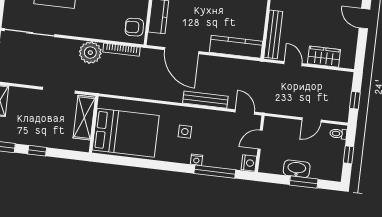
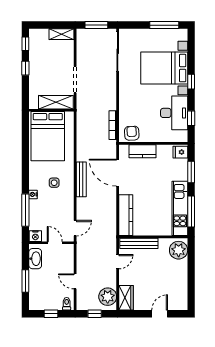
door: (182, 51) -> (118, 173), hinge flipped
plant: (90, 53) -> (108, 297), moved
wardrobe: (324, 57) -> (126, 298), moved
bench: (205, 100) -> (81, 179), moved
washbasin: (297, 169) -> (35, 259), moved

